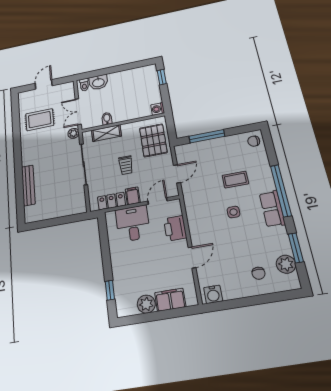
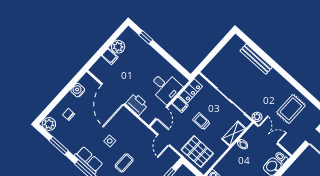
door: (192, 258) -> (113, 94), width x1.87
plant: (286, 264) -> (49, 124), moved
water cooler: (213, 294) -> (78, 90), moved
filing cabinet: (170, 300) -> (110, 56), width x0.50

